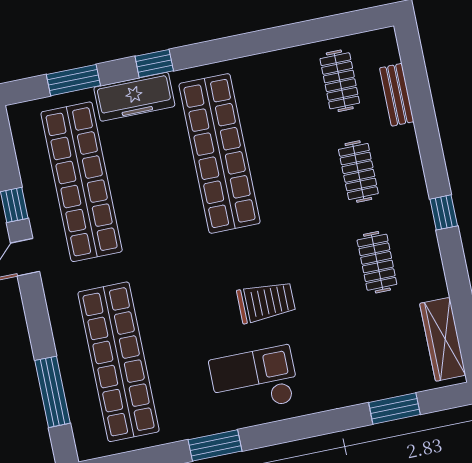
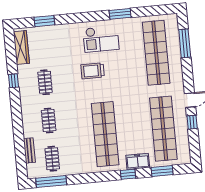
window: (336, 26) -> (51, 181), added
freezer: (134, 97) -> (138, 161), width x0.71
window: (444, 212) -> (13, 81), moved

